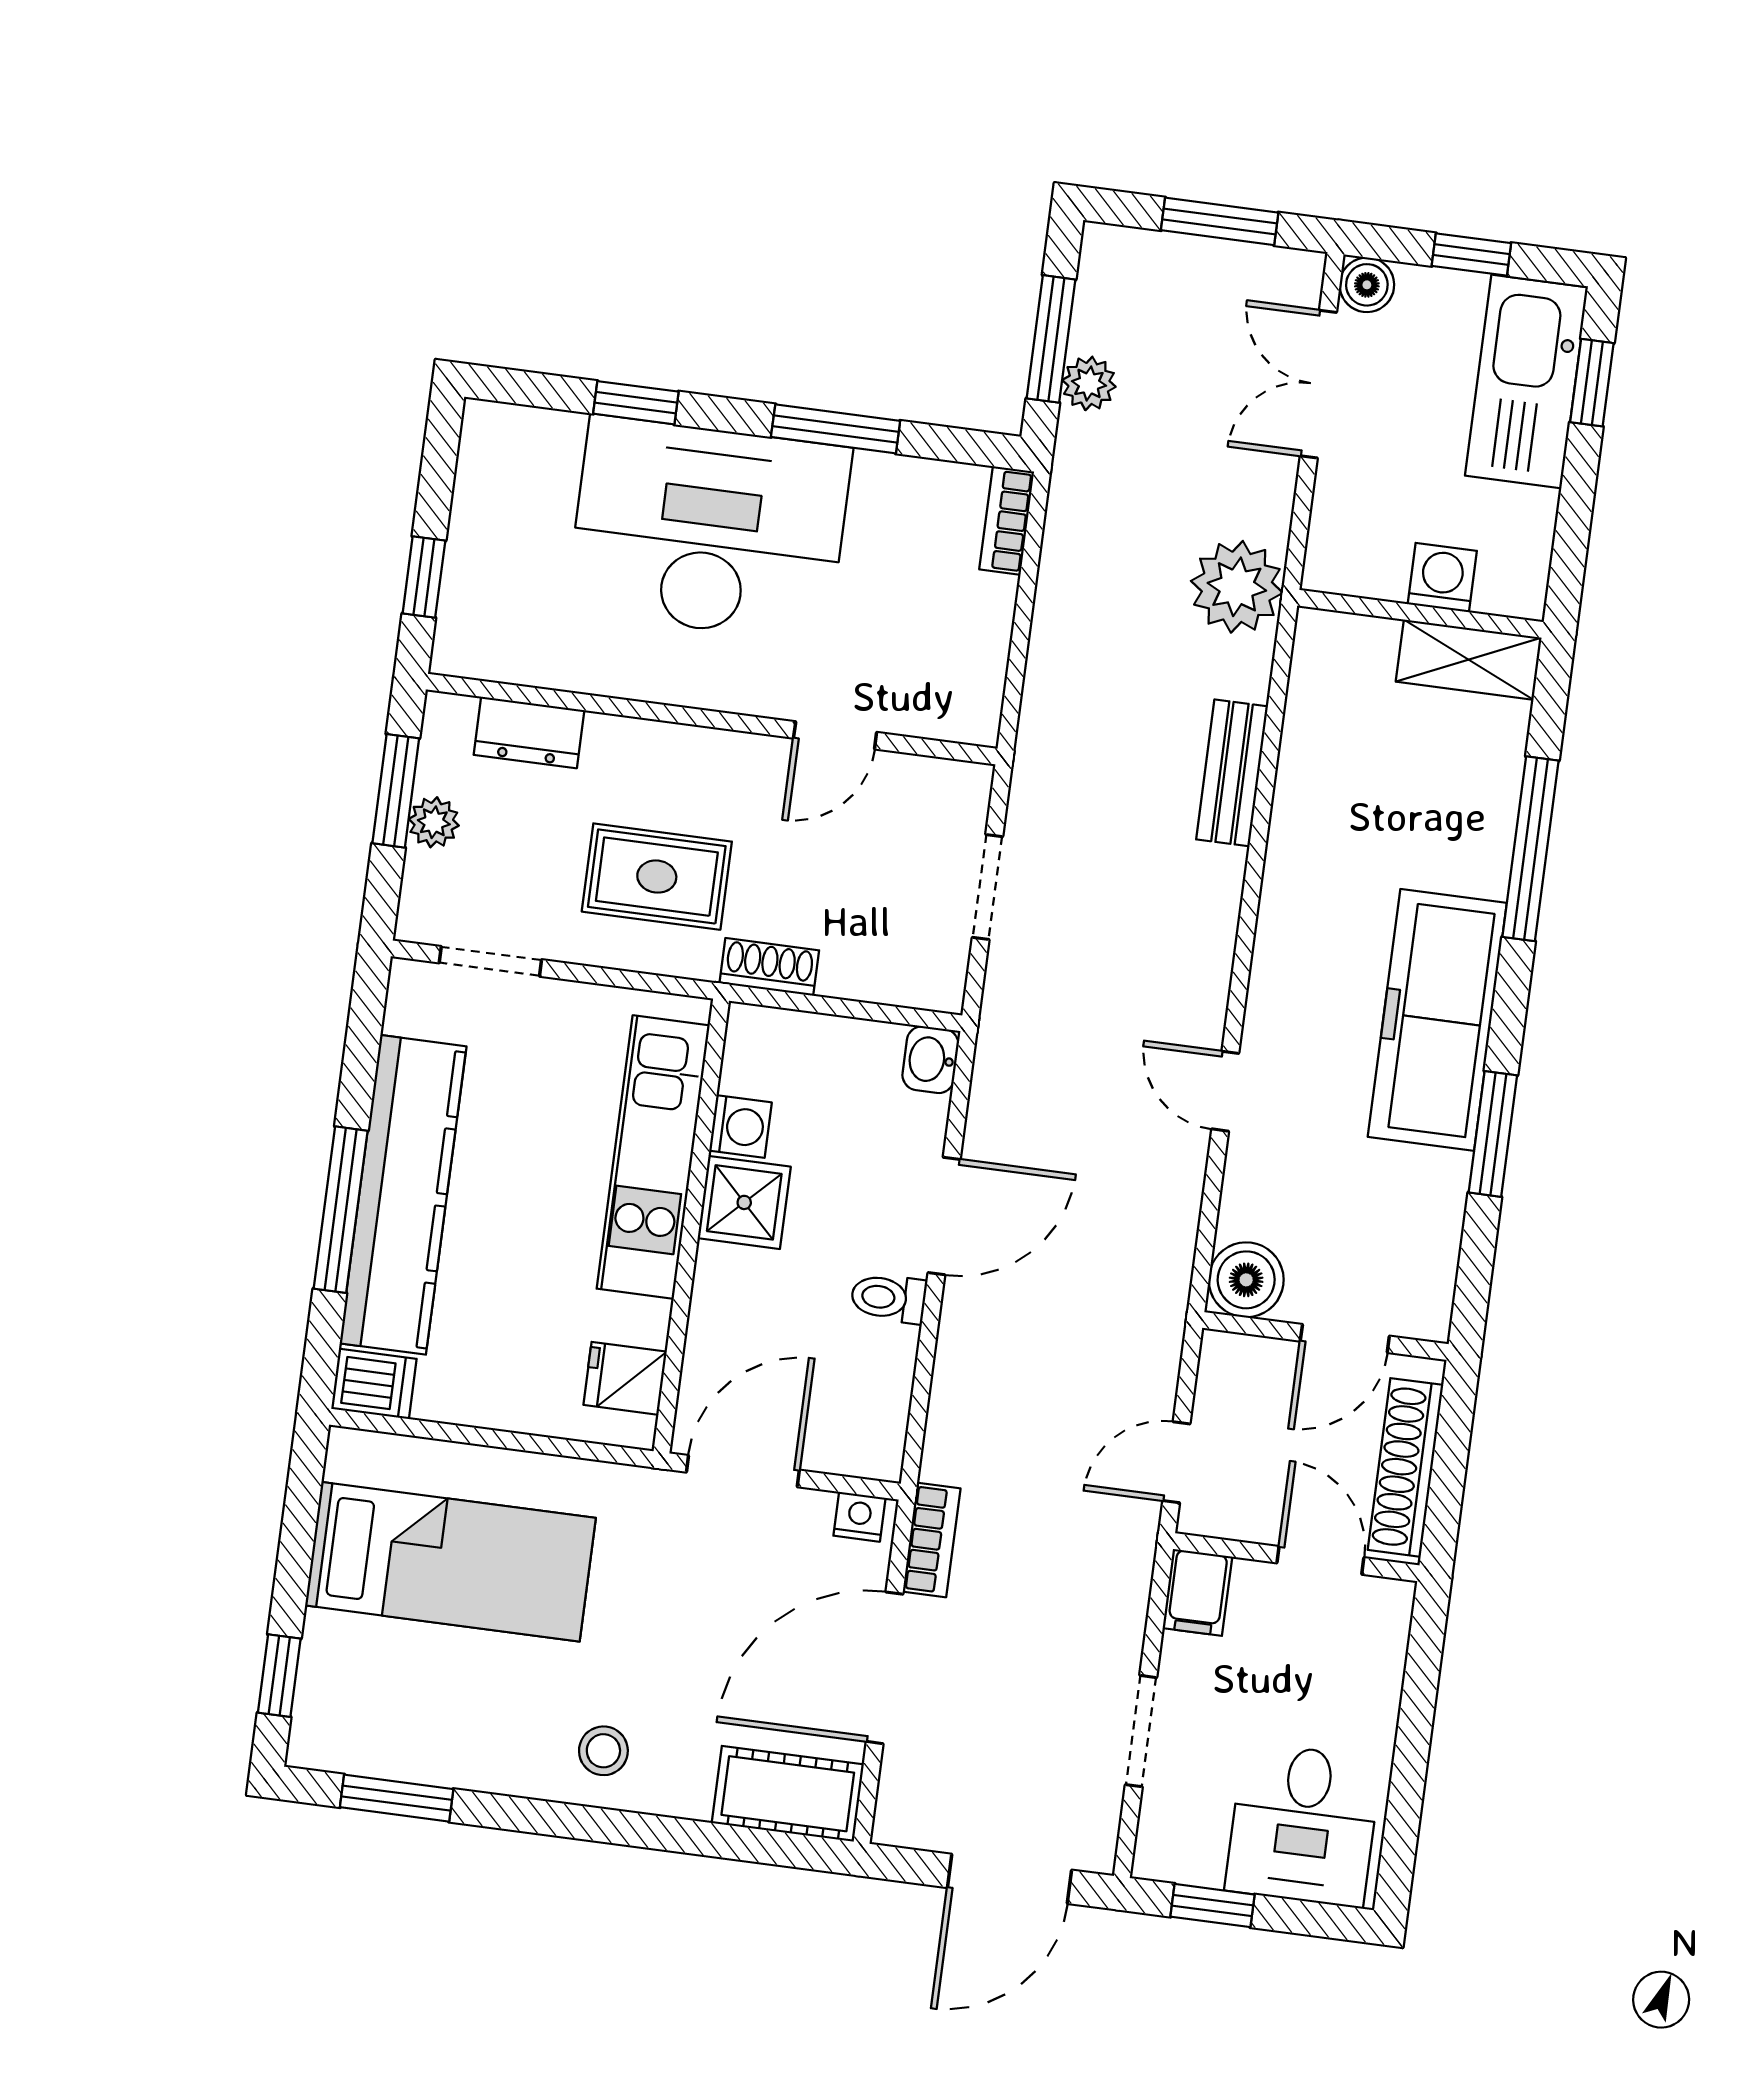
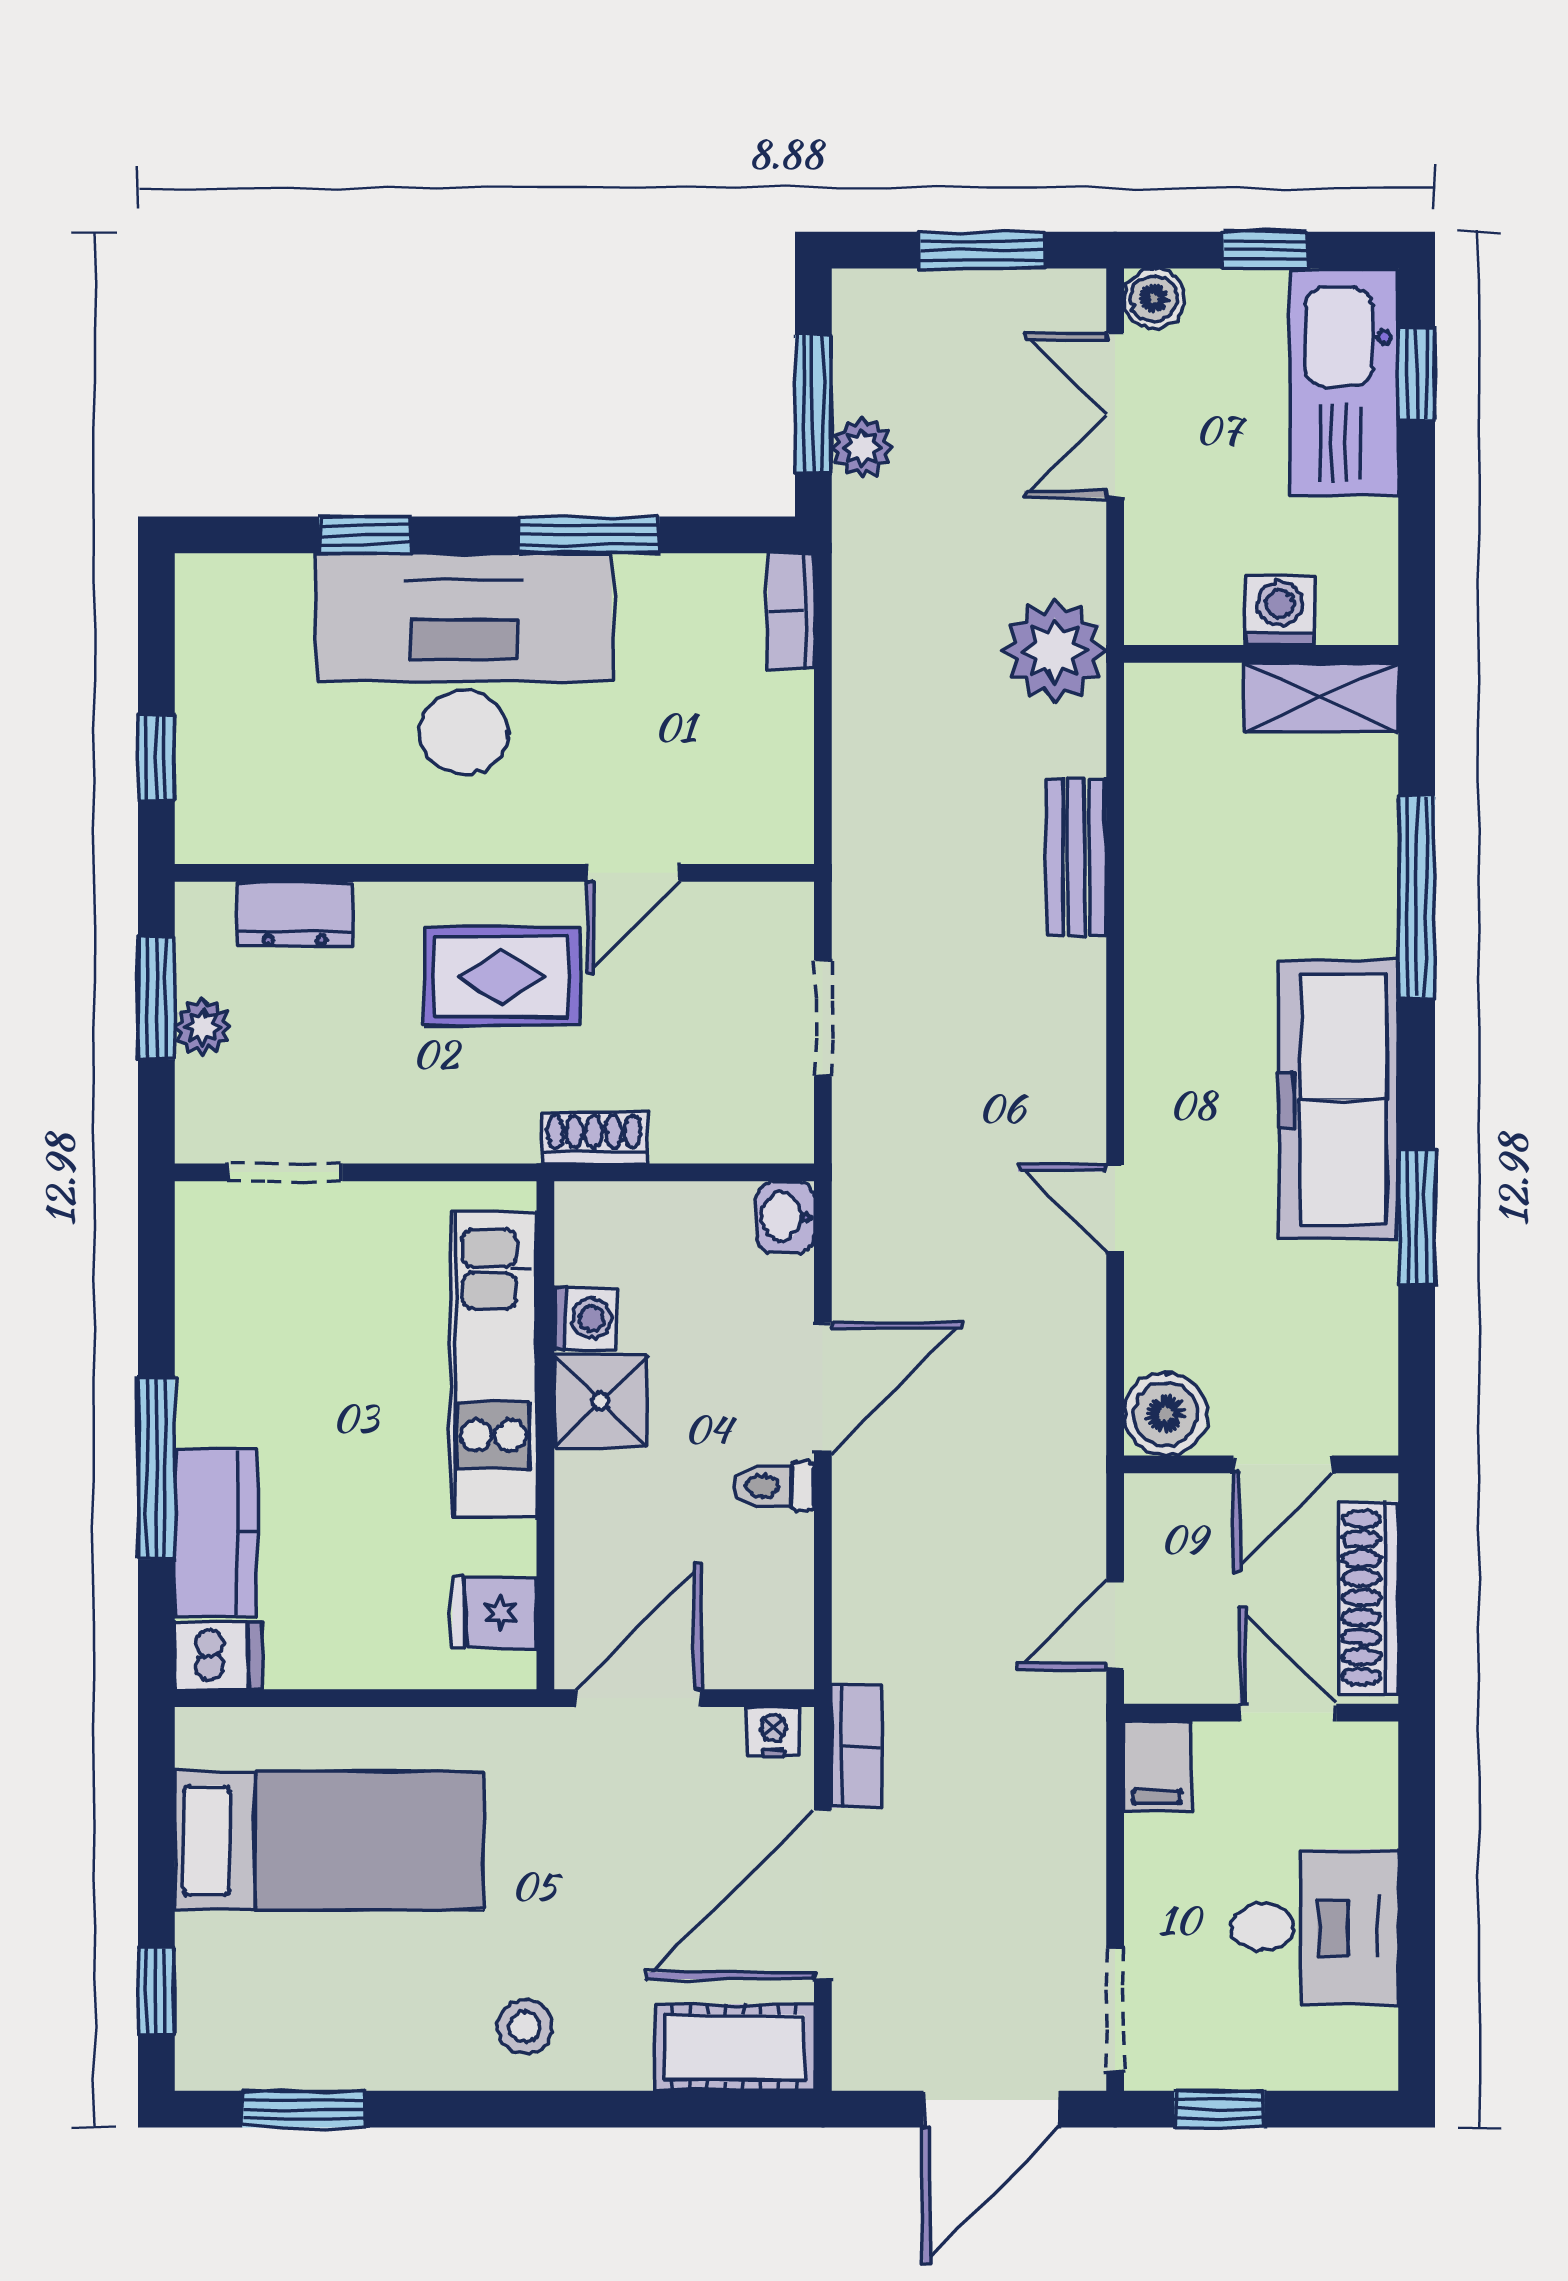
rug: (657, 877) -> (501, 976), moved
kitchen counter: (403, 1195) -> (216, 1533), width x0.48, depth x0.86
doorway: (1141, 1731) -> (1115, 2010), moved
desk: (1303, 1825) -> (1314, 1927), moved, turned -90

